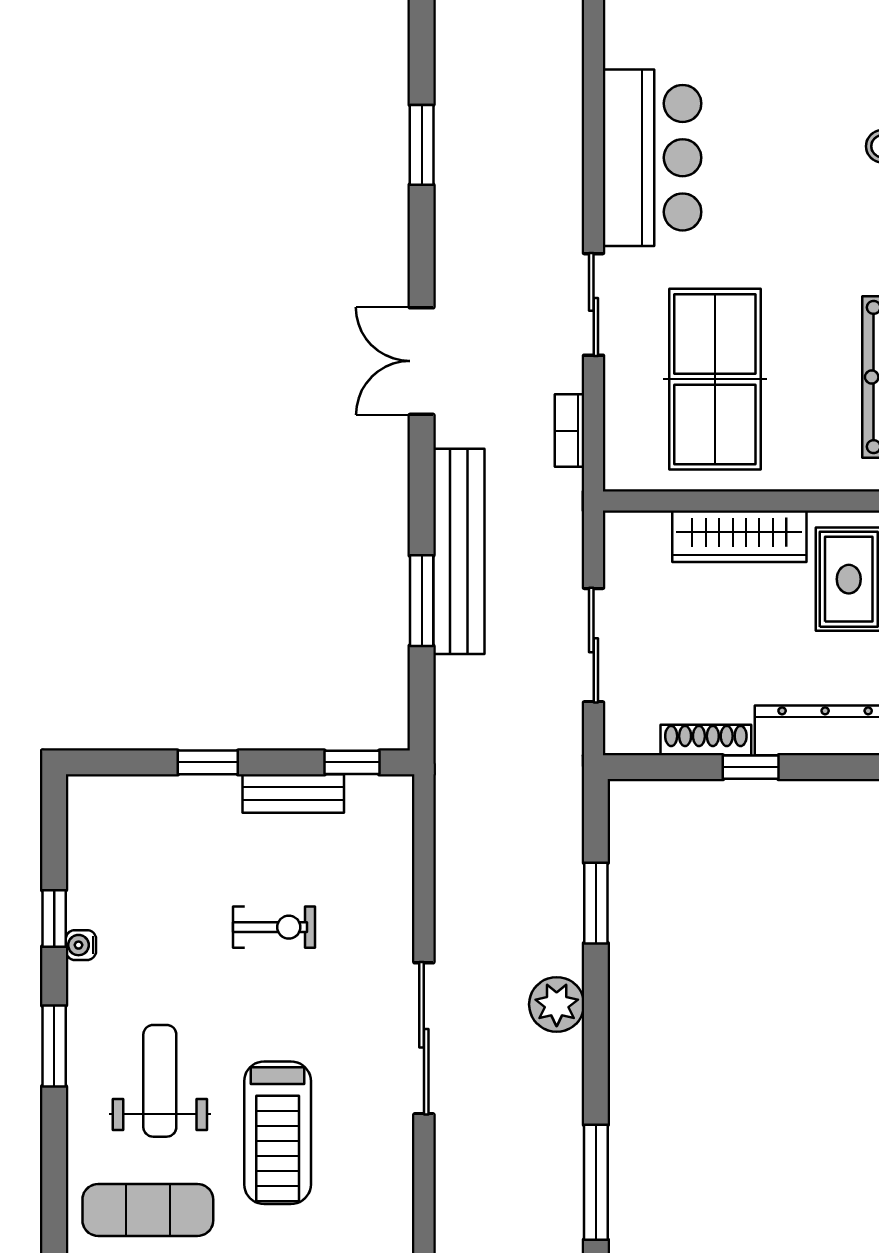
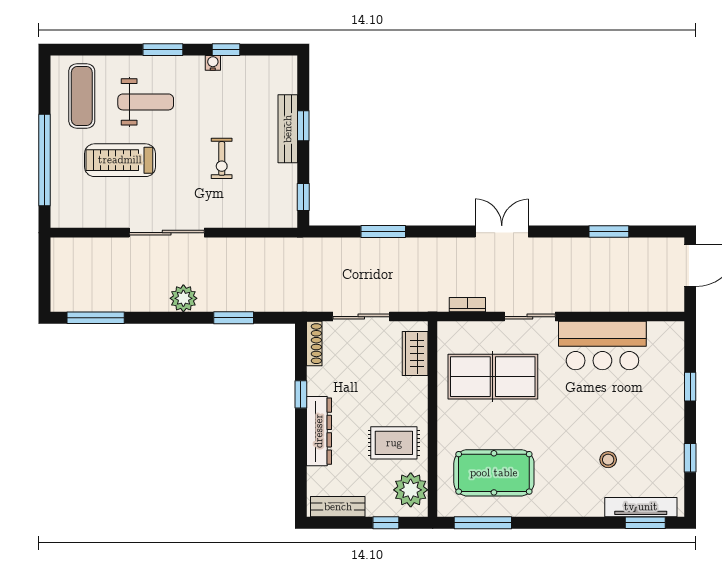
wardrobe: (739, 536) -> (415, 353), moved, width x0.67
bench: (459, 551) -> (408, 250), removed
shoe rack: (706, 740) -> (314, 344), moved
bench: (293, 794) -> (288, 129), moved, width x1.36

